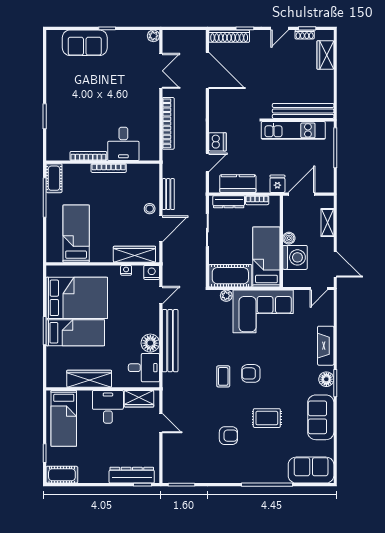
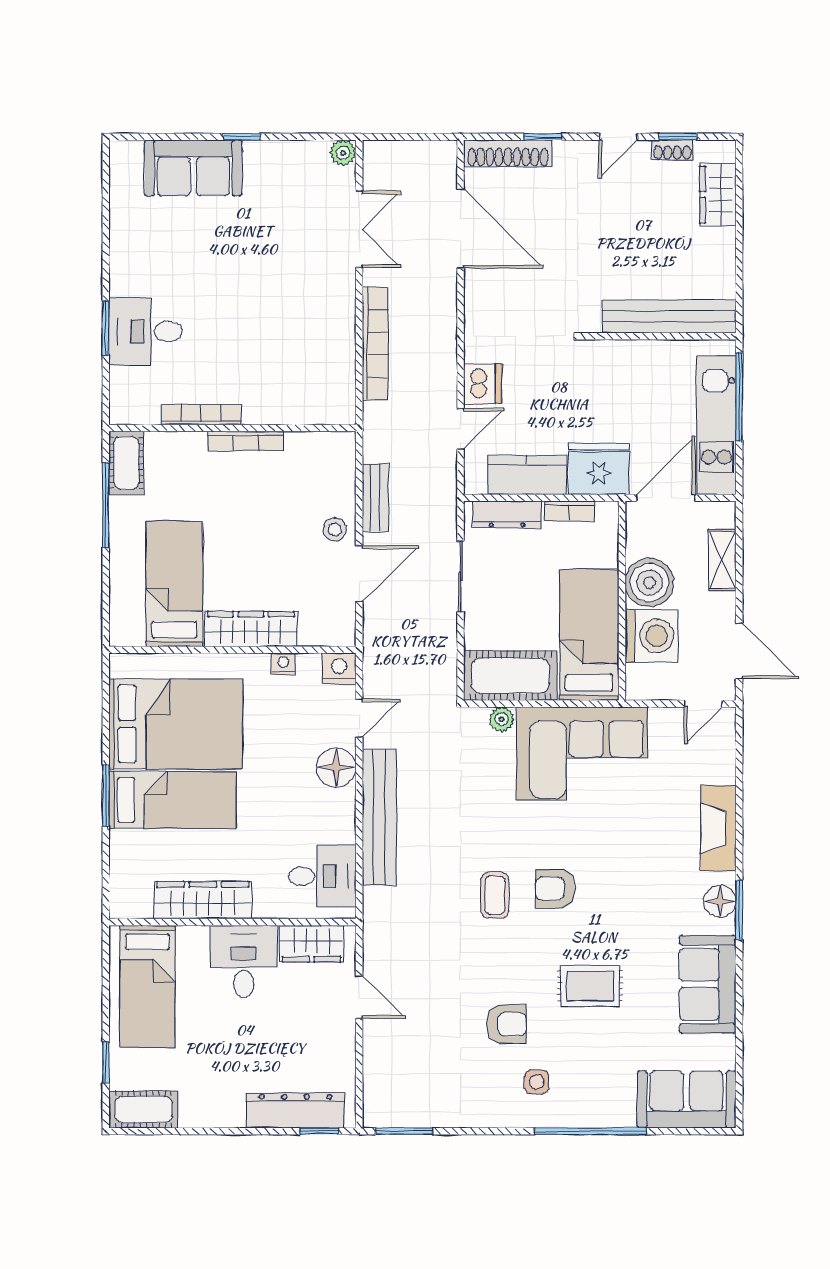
kitchen unit: (293, 130) -> (716, 425), moved, turned 90
desk: (123, 144) -> (146, 331), moved, turned 90
fridge: (277, 184) -> (599, 469), width x1.88, depth x1.34
boiler: (289, 238) -> (649, 583), width x1.86, depth x1.86
wardrobe: (134, 254) -> (251, 629), moved
floor lamp: (150, 343) -> (336, 768), moved
side table: (242, 462) -> (537, 1082), added

